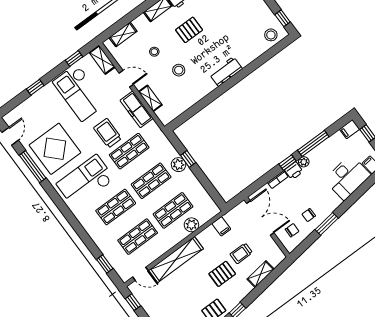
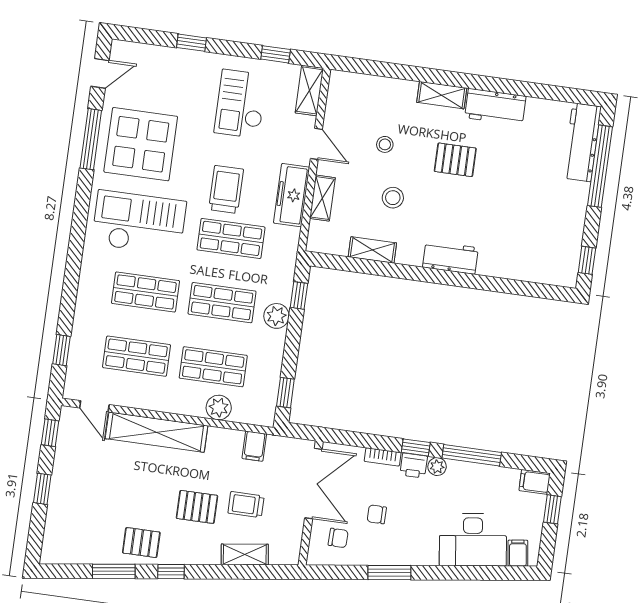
shelving: (123, 34) -> (372, 250), moved
stool: (271, 35) -> (552, 267), removed
checkout: (79, 93) -> (241, 104), width x0.73, depth x0.83
window: (188, 159) -> (299, 295), moved
window: (213, 192) -> (285, 393), added
chair: (309, 215) -> (377, 514), moved

